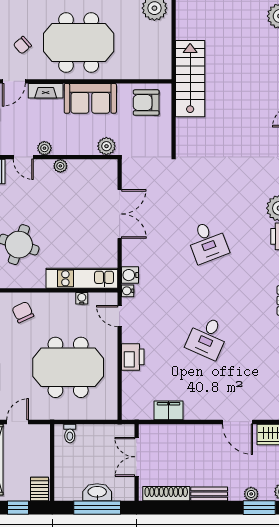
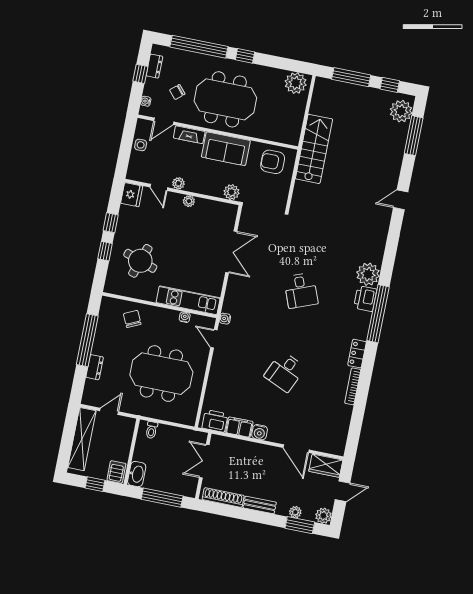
water cooler: (130, 275) -> (260, 432), moved, turned -90
printer: (133, 357) -> (215, 421), moved, turned -90
washbasin: (97, 492) -> (137, 474), moved, turned 90

